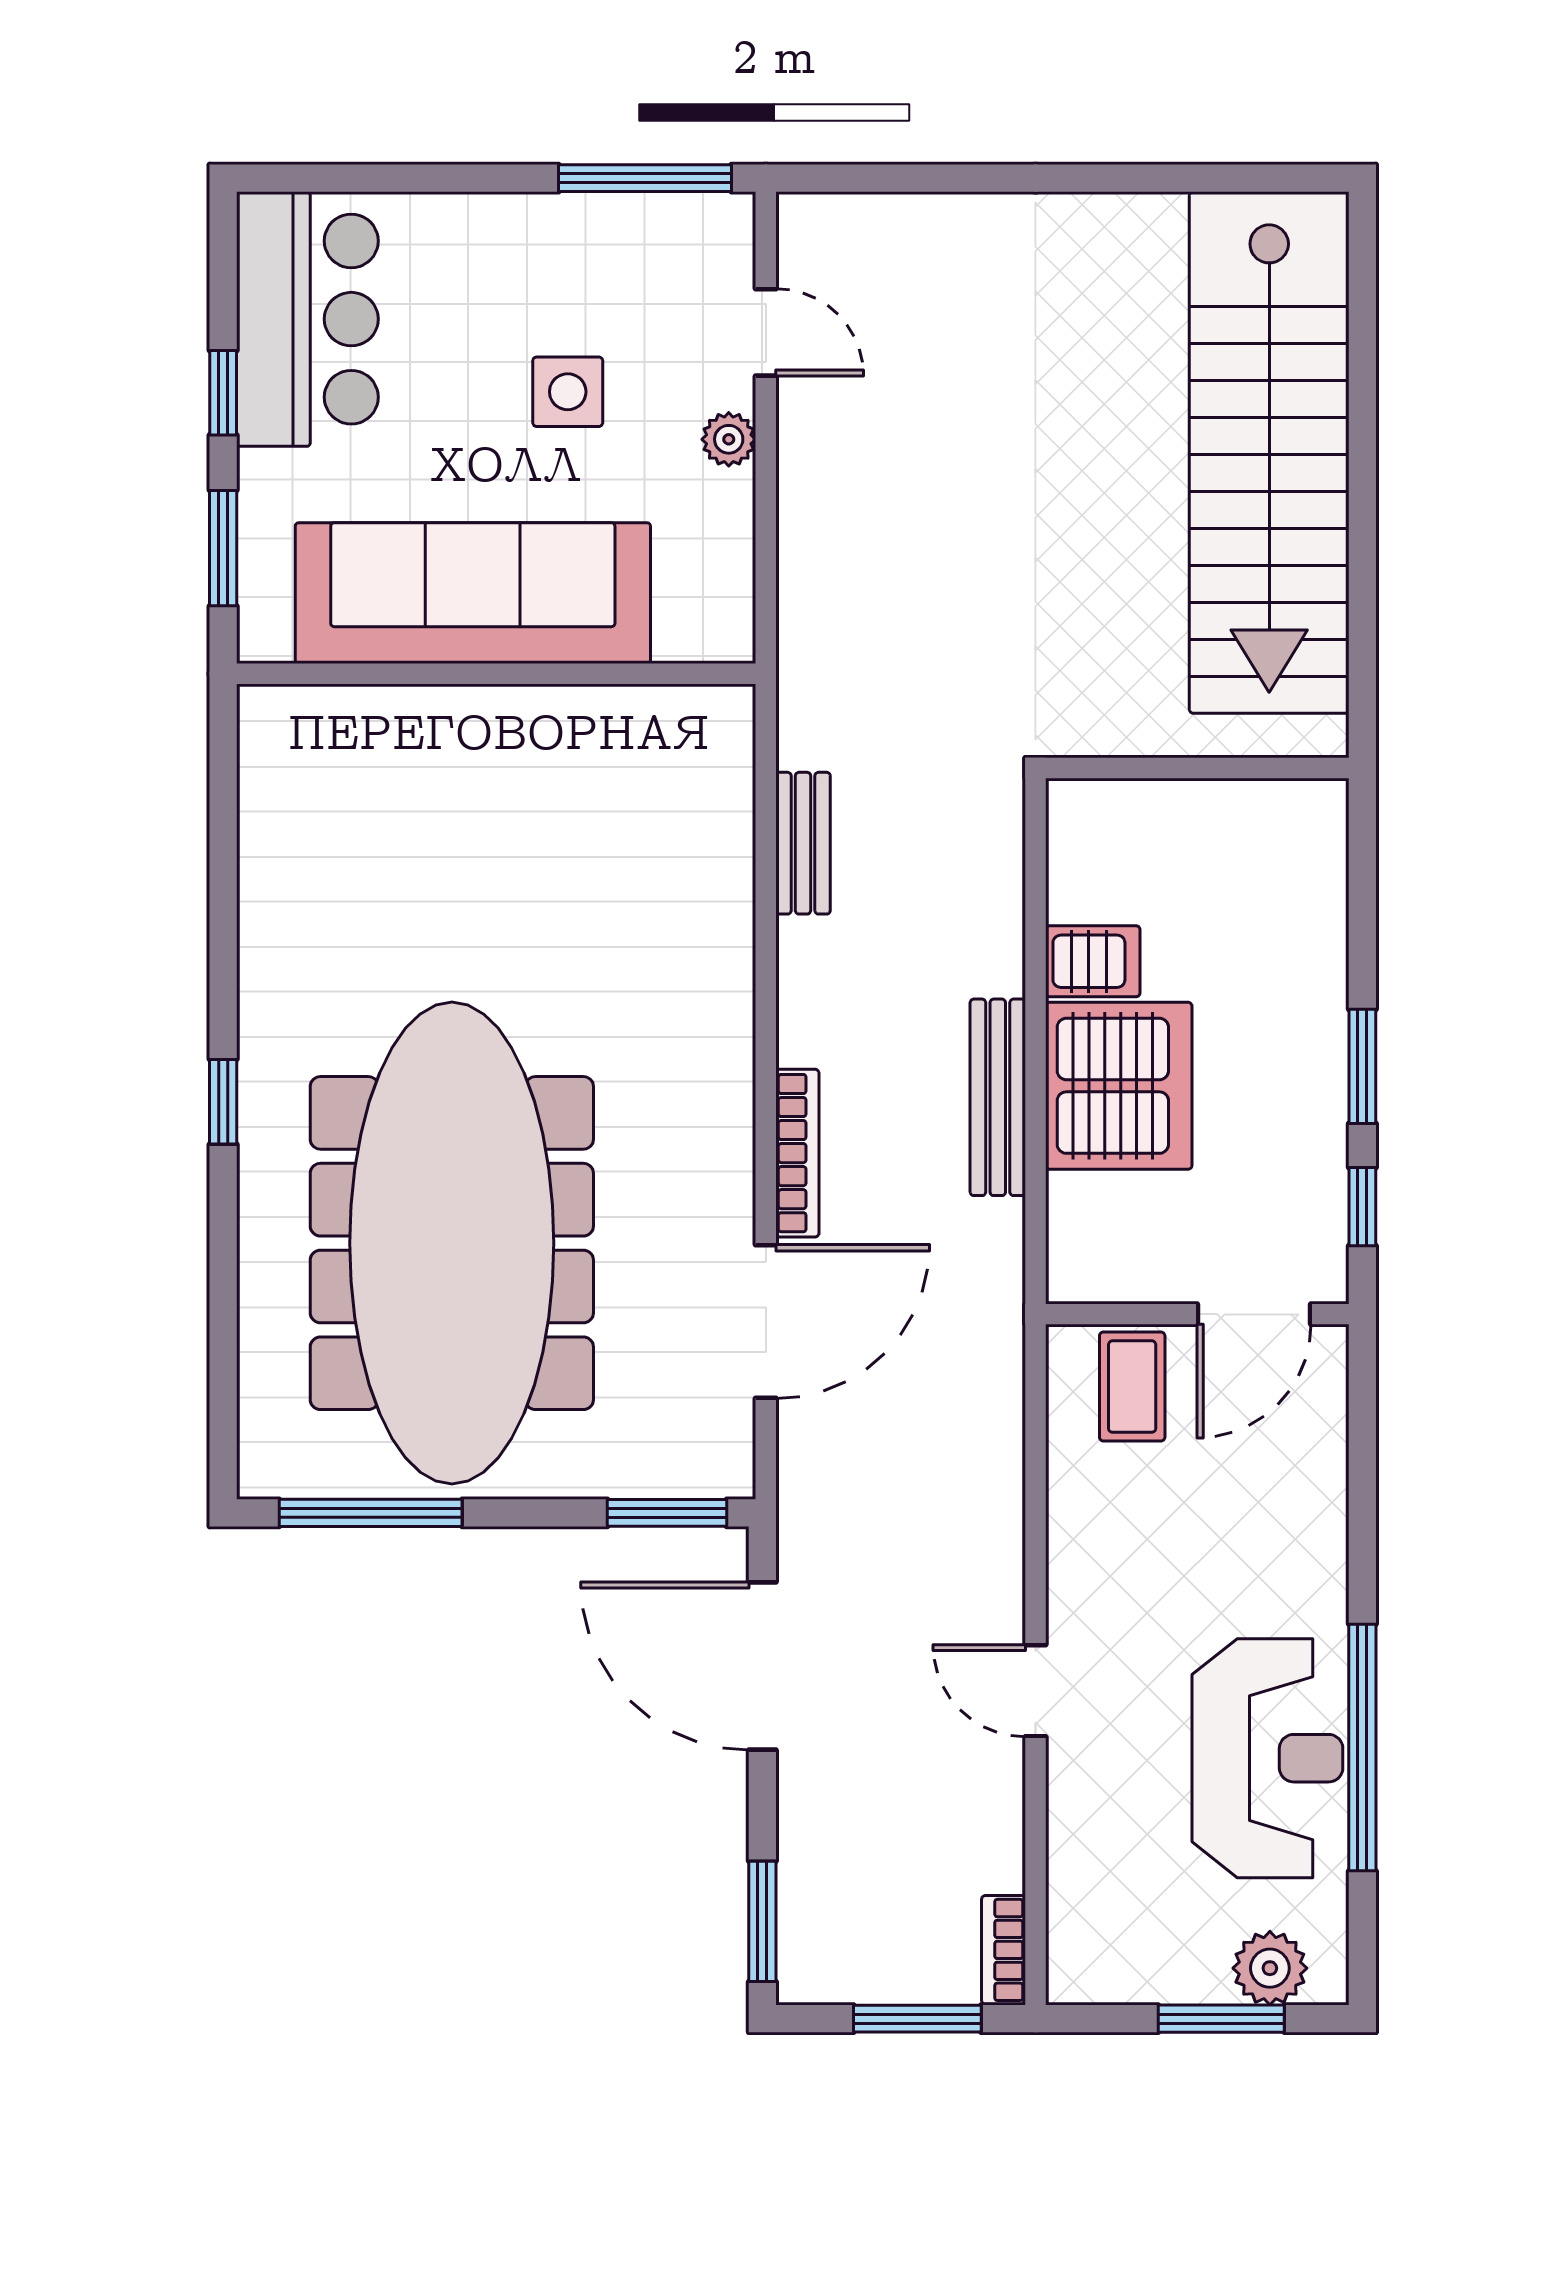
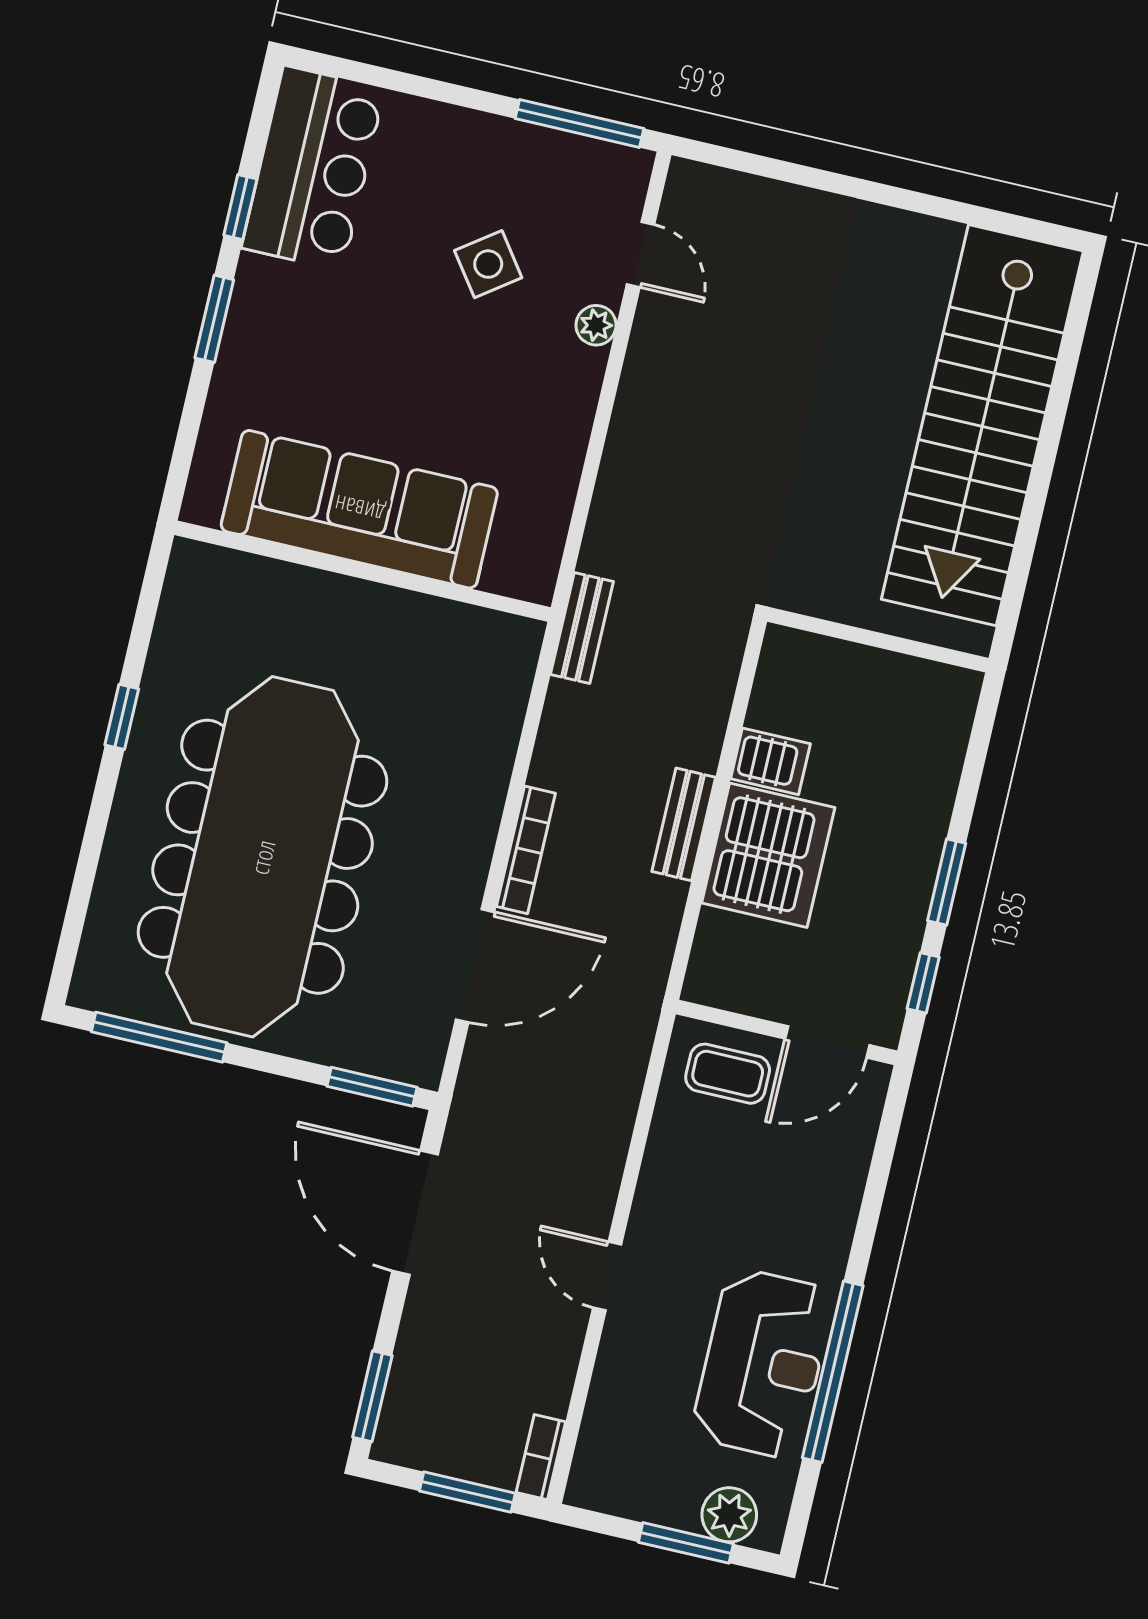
side table: (568, 392) -> (488, 264), turned -36
sofa: (473, 593) -> (359, 509), moved
wall: (496, 674) -> (363, 571), moved
bench: (998, 1097) -> (684, 824), width x0.73
coffee table: (1132, 1387) -> (728, 1074), turned 90

